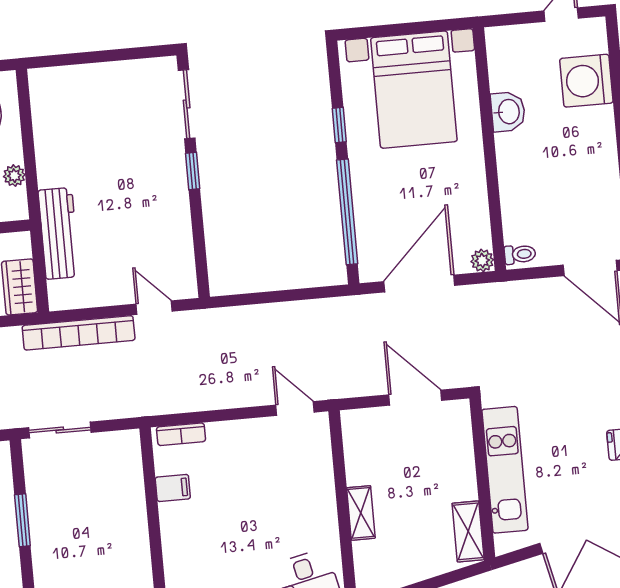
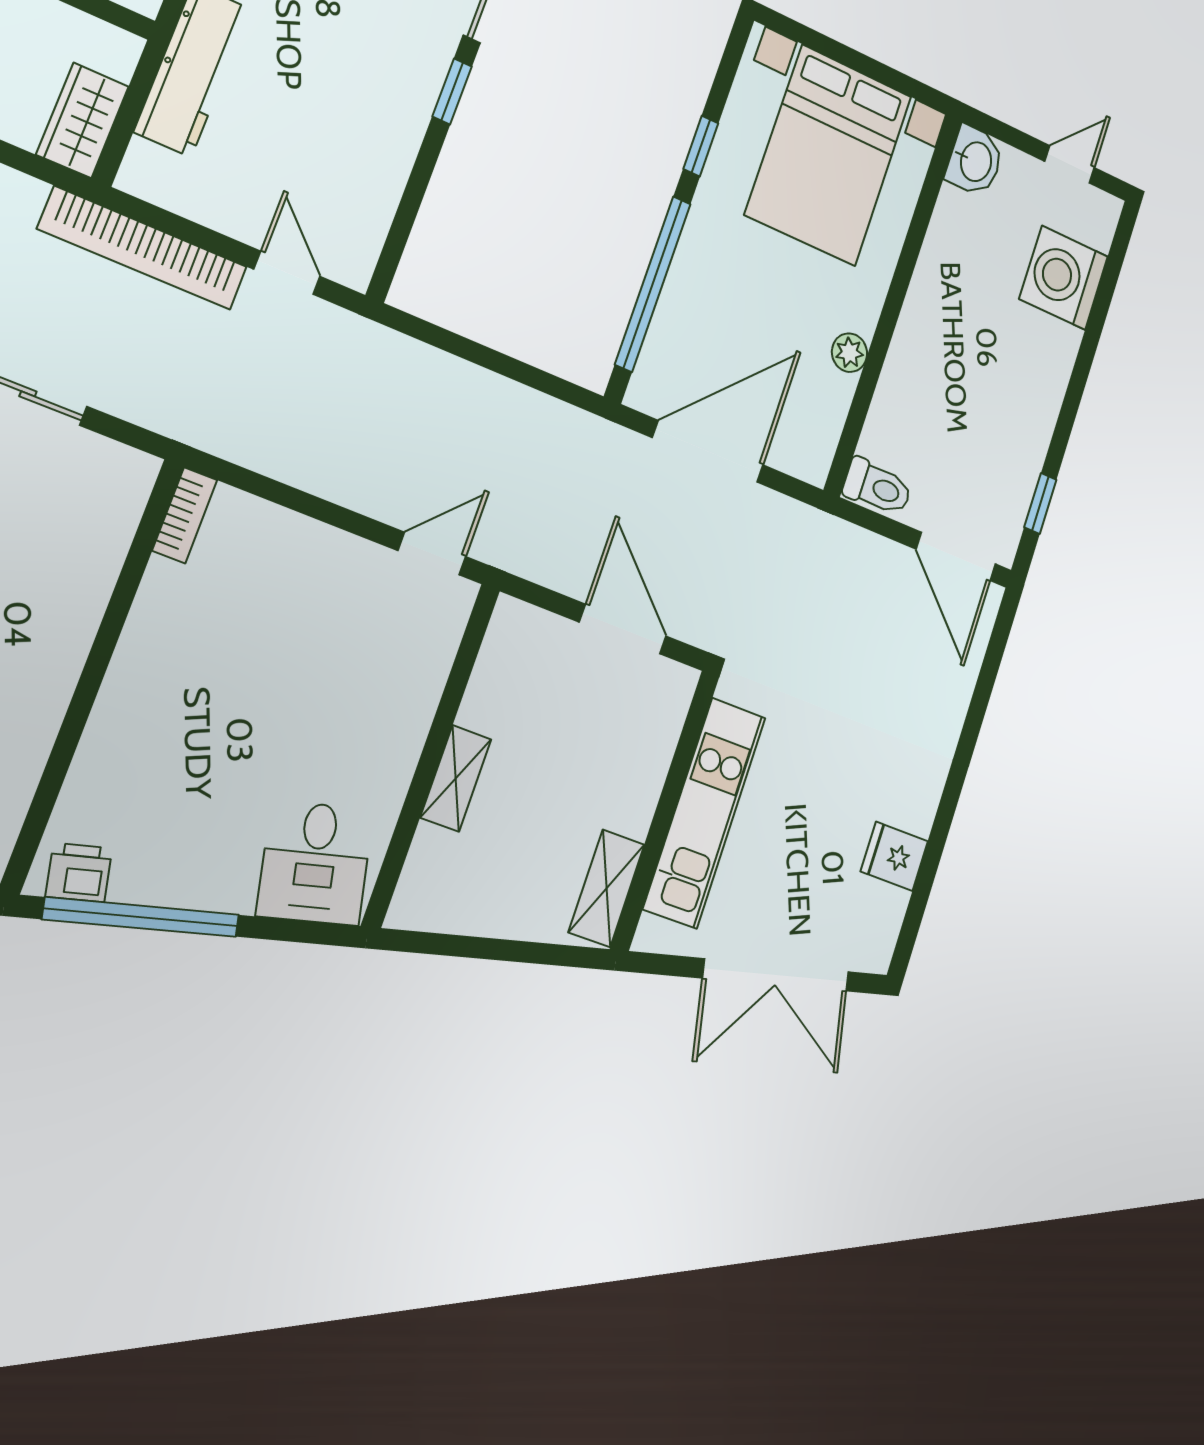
washbasin: (508, 112) -> (975, 161), moved
toilet: (520, 254) -> (877, 487), width x1.37, depth x1.39
plant: (482, 261) -> (849, 353), moved
door: (295, 409) -> (432, 554), hinge flipped
bookcase: (181, 434) -> (185, 515), moved, turned -90
filing cabinet: (173, 488) -> (171, 588), removed

